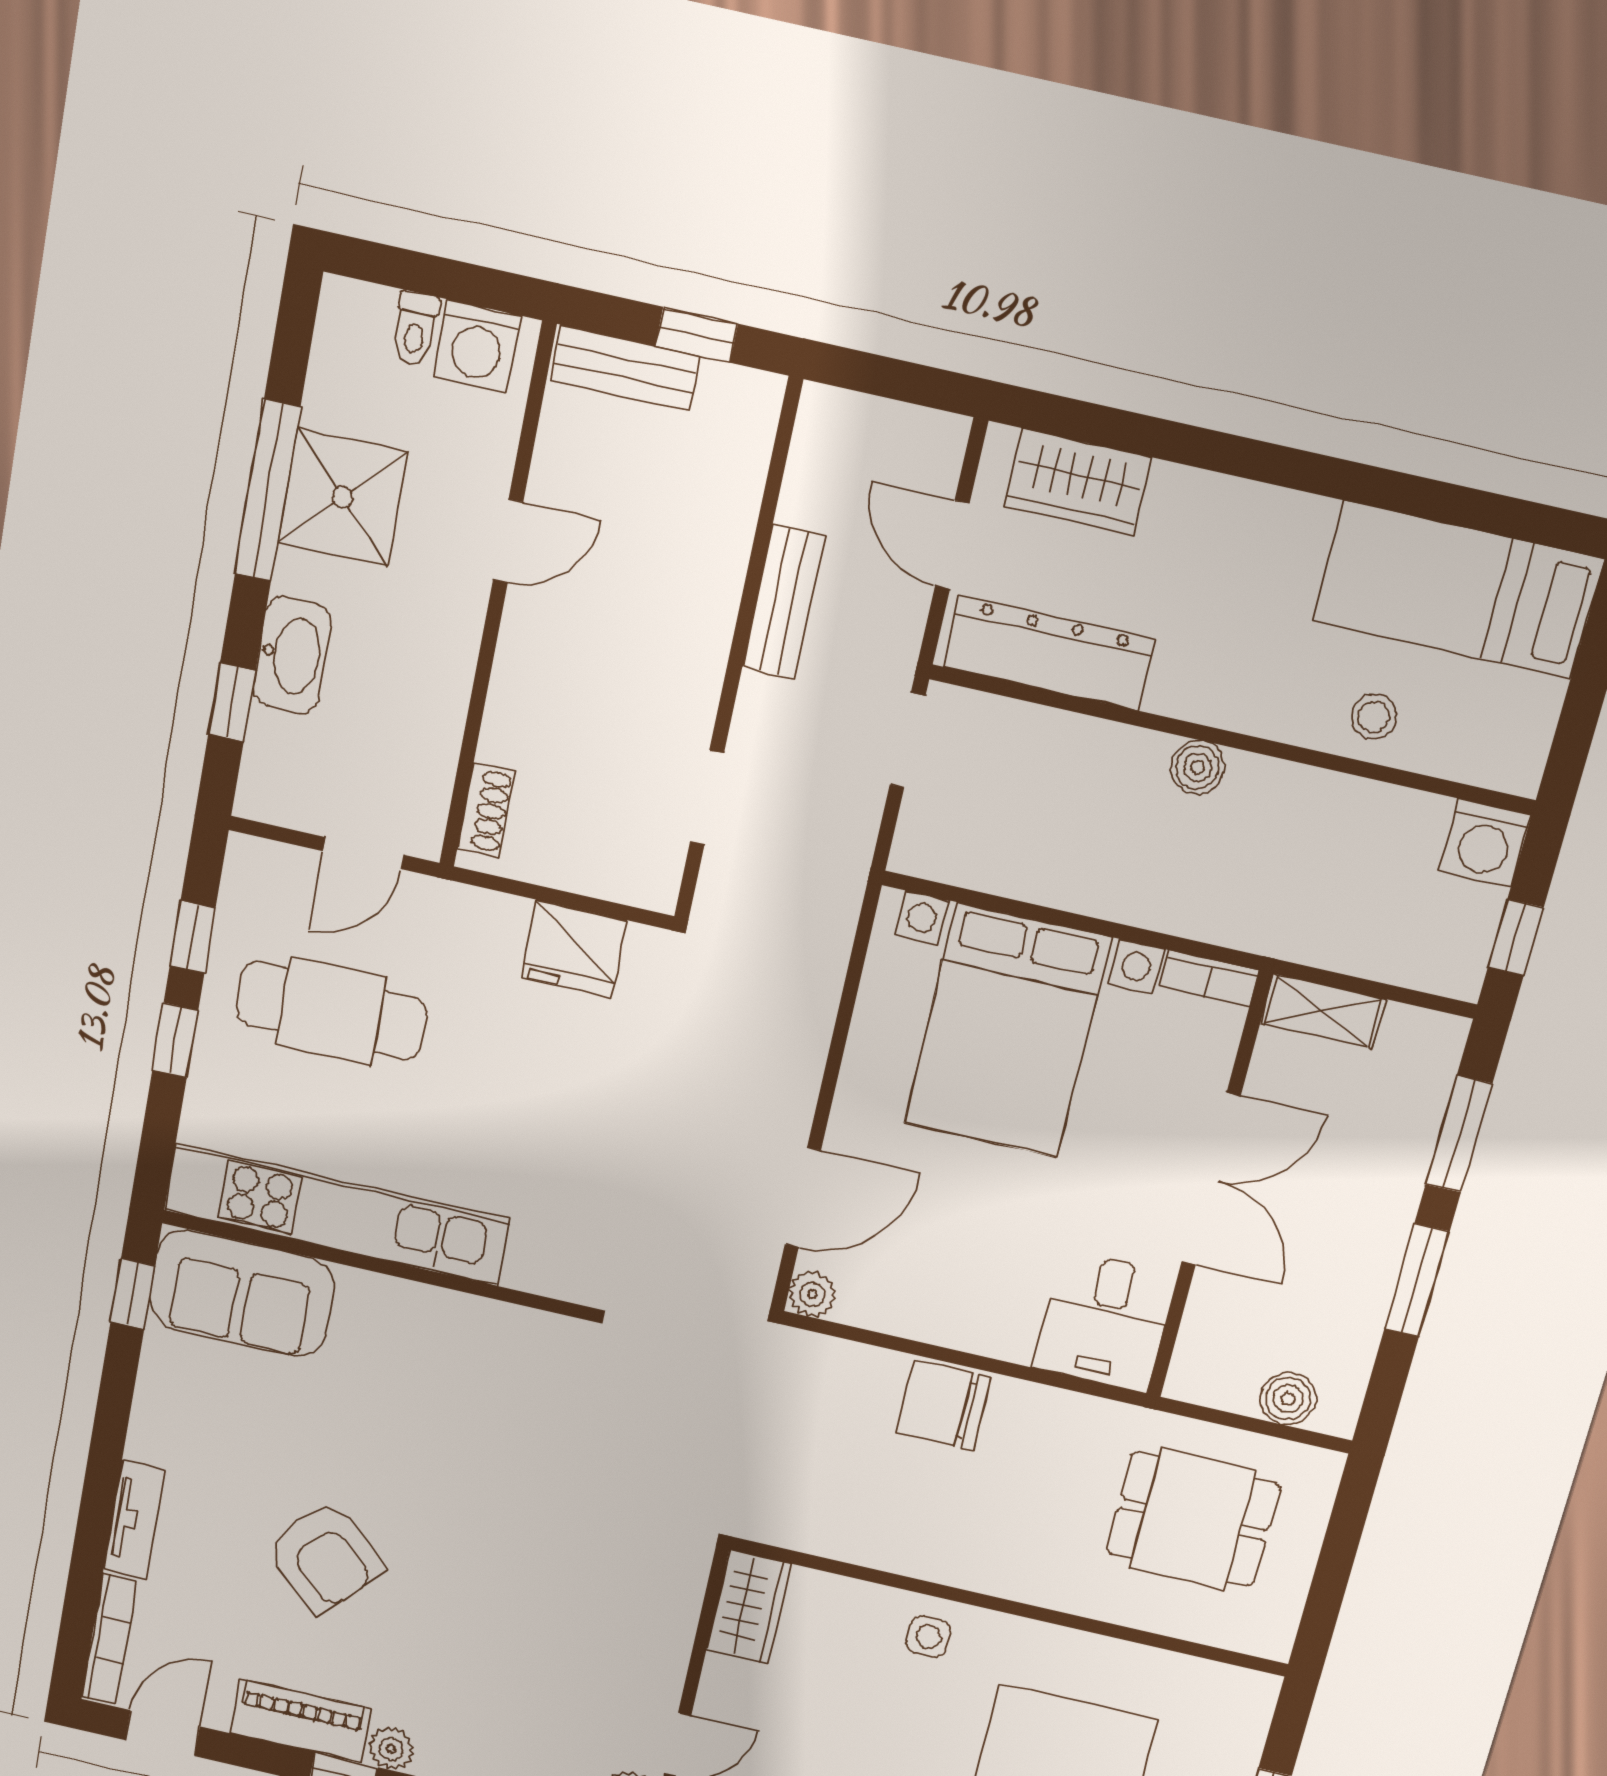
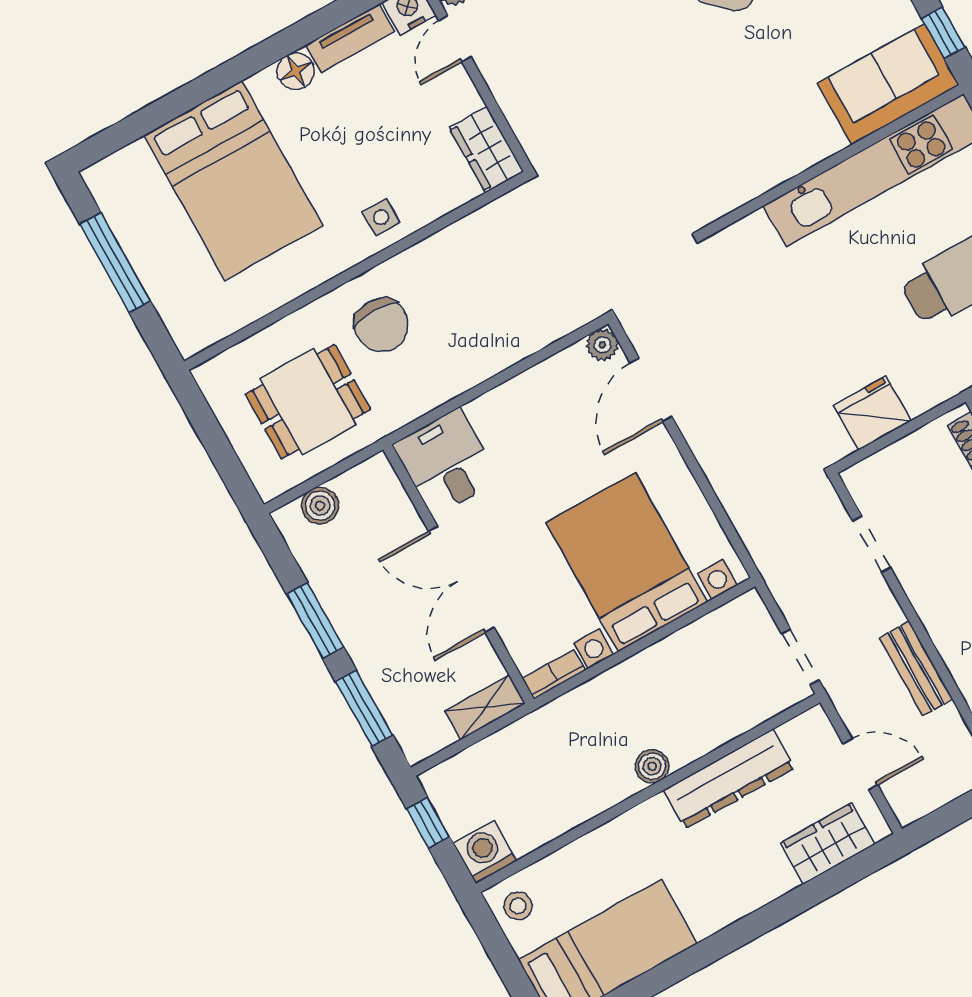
dresser: (1048, 653) -> (729, 779), moved
stool: (1374, 717) -> (518, 906), moved
chair: (943, 1405) -> (381, 325), moved, turned 90

